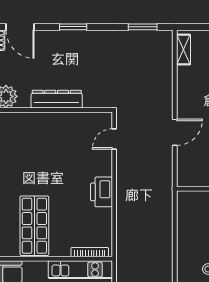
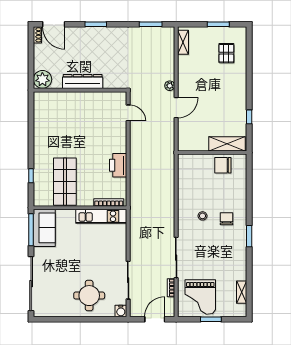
plant: (167, 105) -> (170, 86), added
door: (114, 139) -> (128, 113), swing flipped
printer: (102, 192) -> (118, 165), moved

